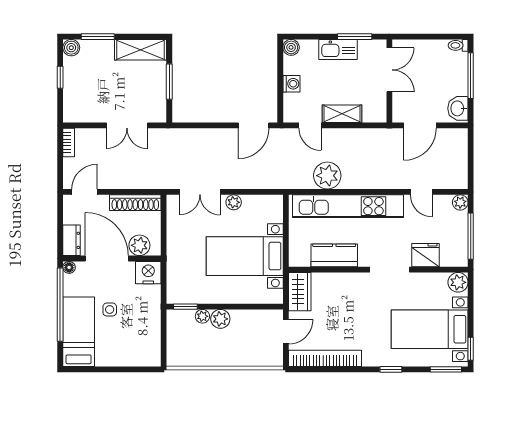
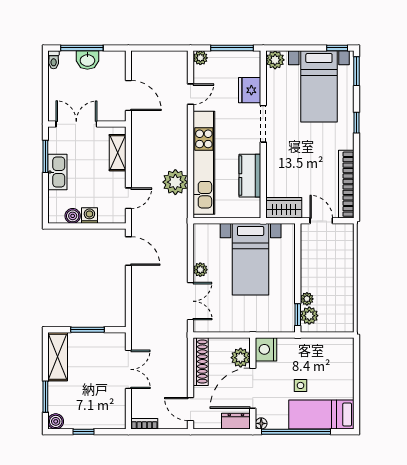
boiler: (291, 47) -> (73, 216), moved
washbasin: (458, 108) -> (87, 60), moved
shelving: (342, 114) -> (118, 153), moved
plant: (220, 319) -> (309, 316), moved

